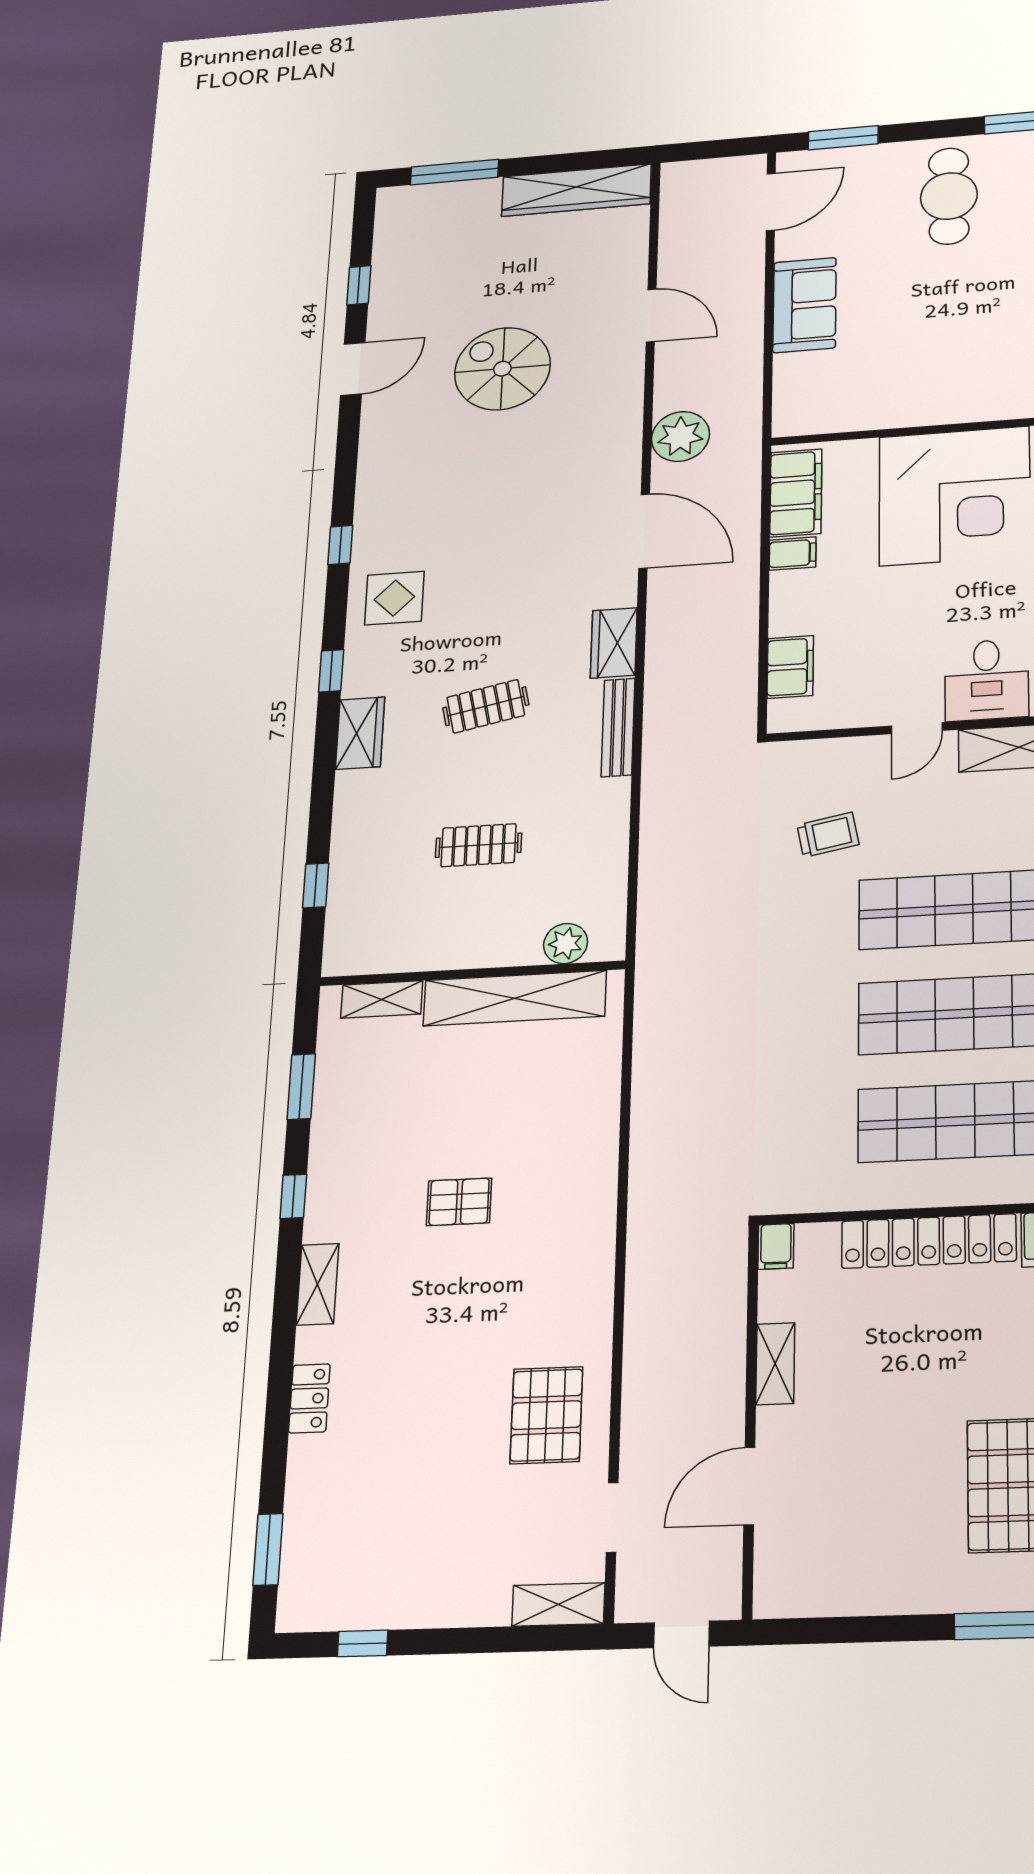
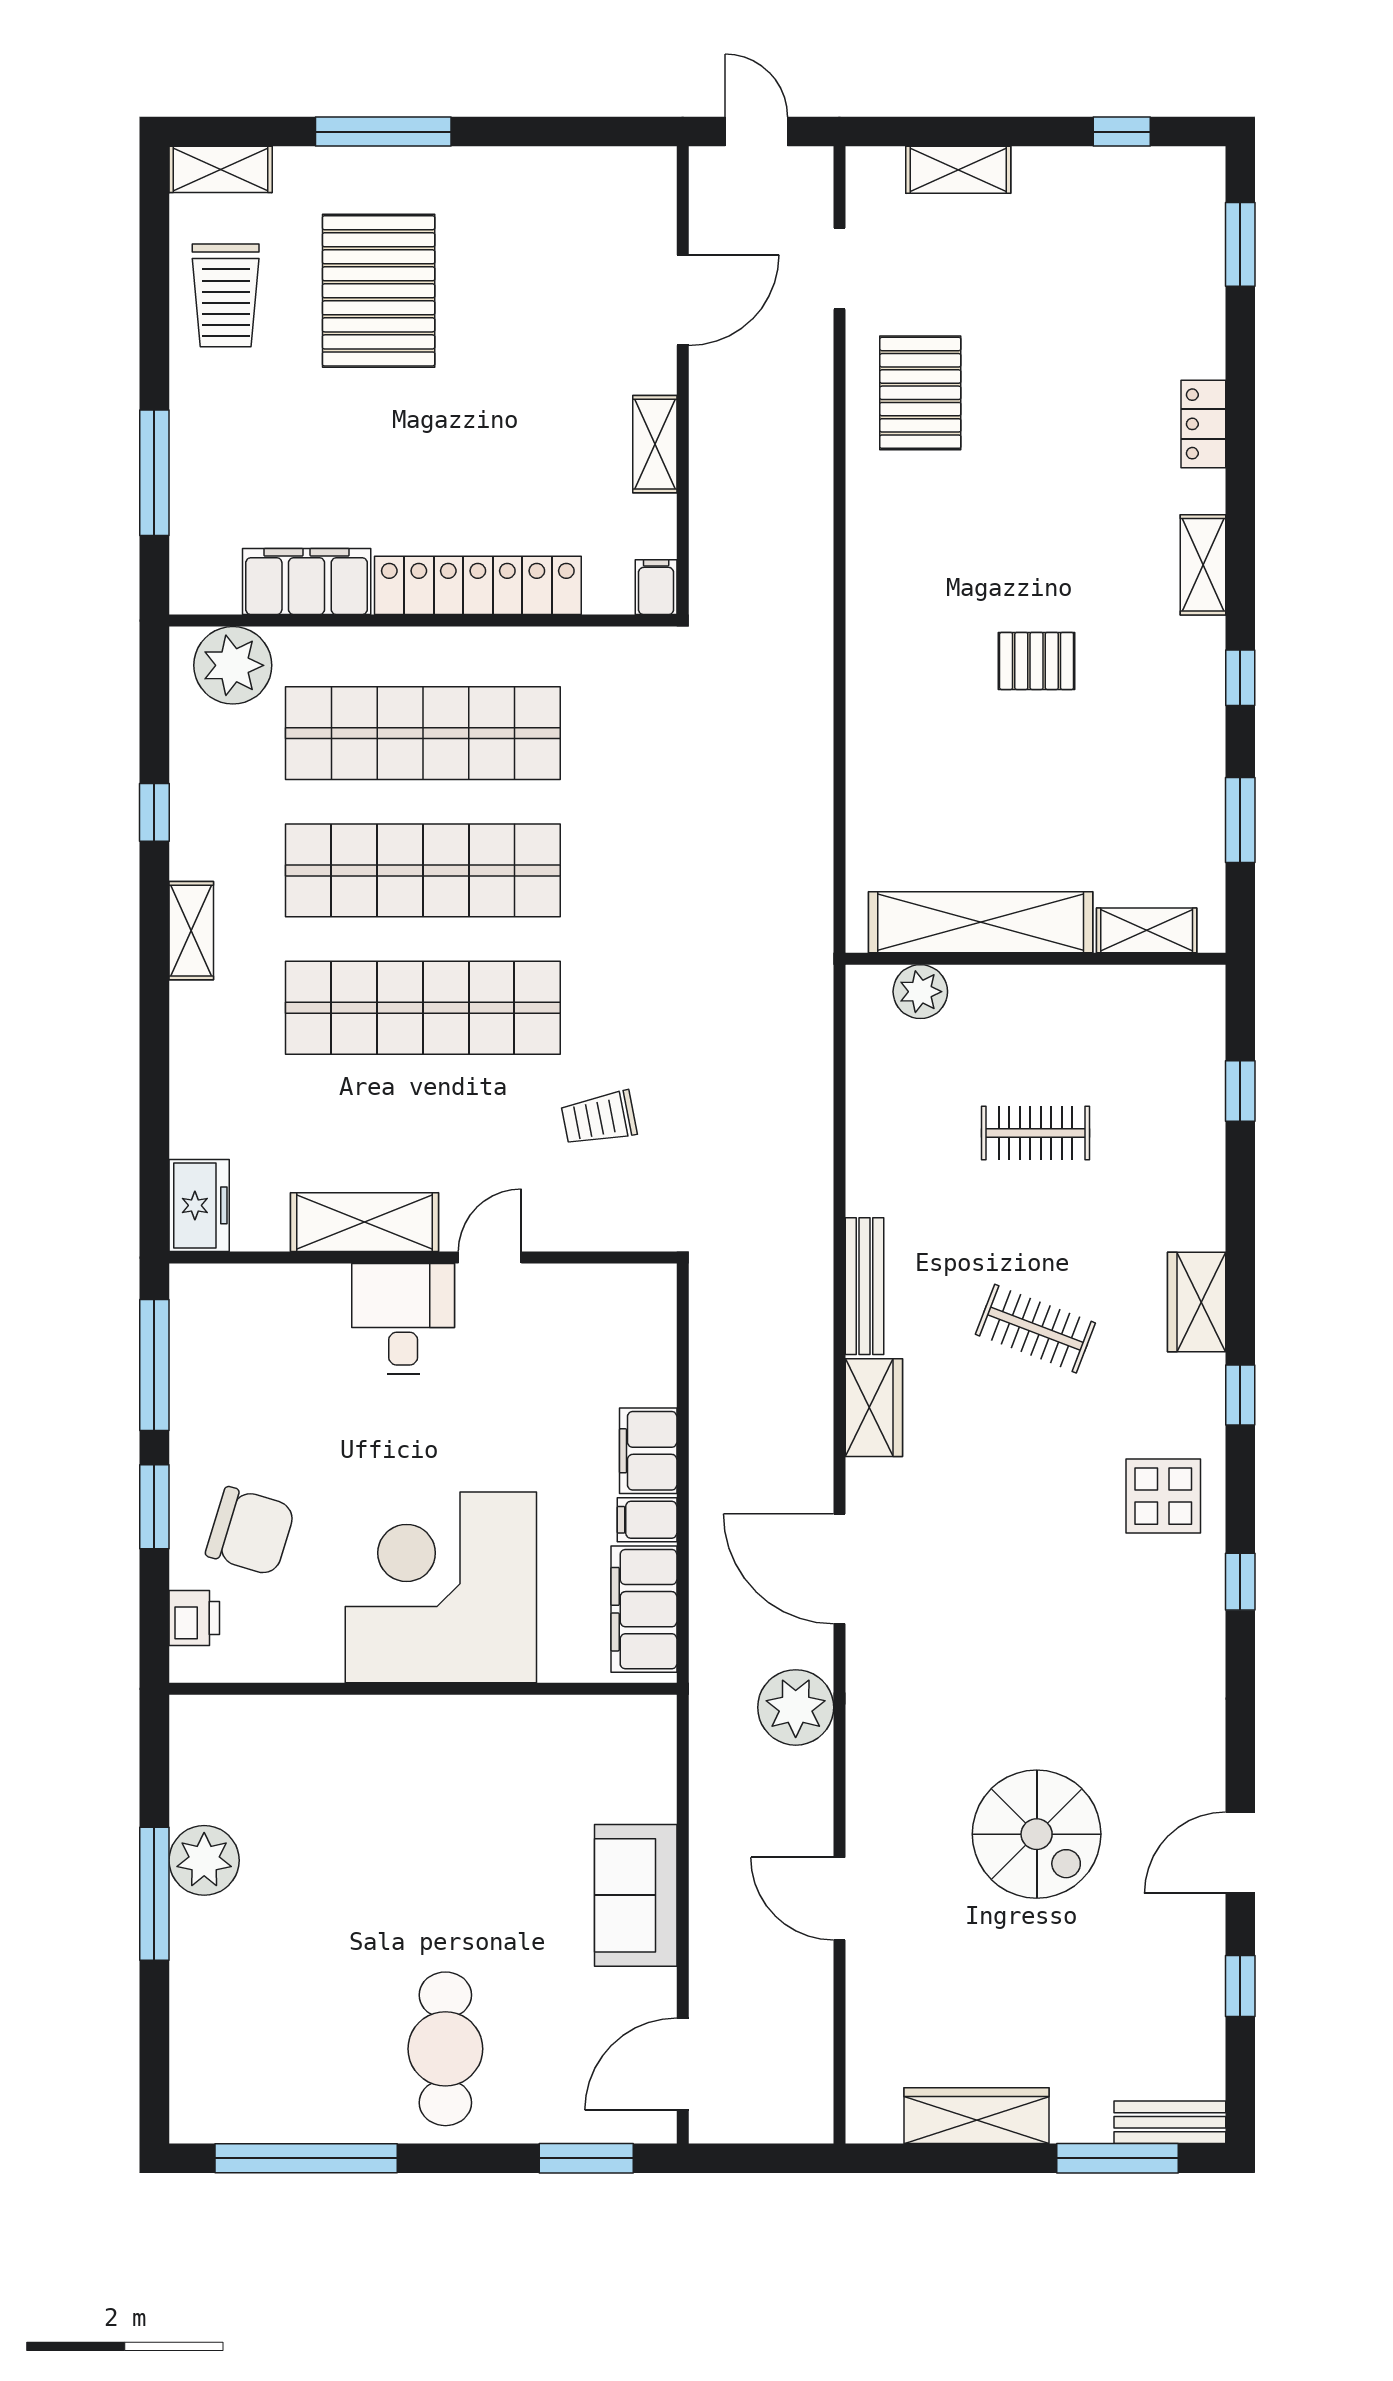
wardrobe: (576, 190) -> (976, 2116), width x0.71, depth x0.85
bench: (415, 197) -> (1170, 2122), added
filing cabinet: (790, 667) -> (648, 1451), moved
clothes rail: (486, 706) -> (1035, 1329), turned 33
shelving: (558, 1604) -> (958, 170), moved

